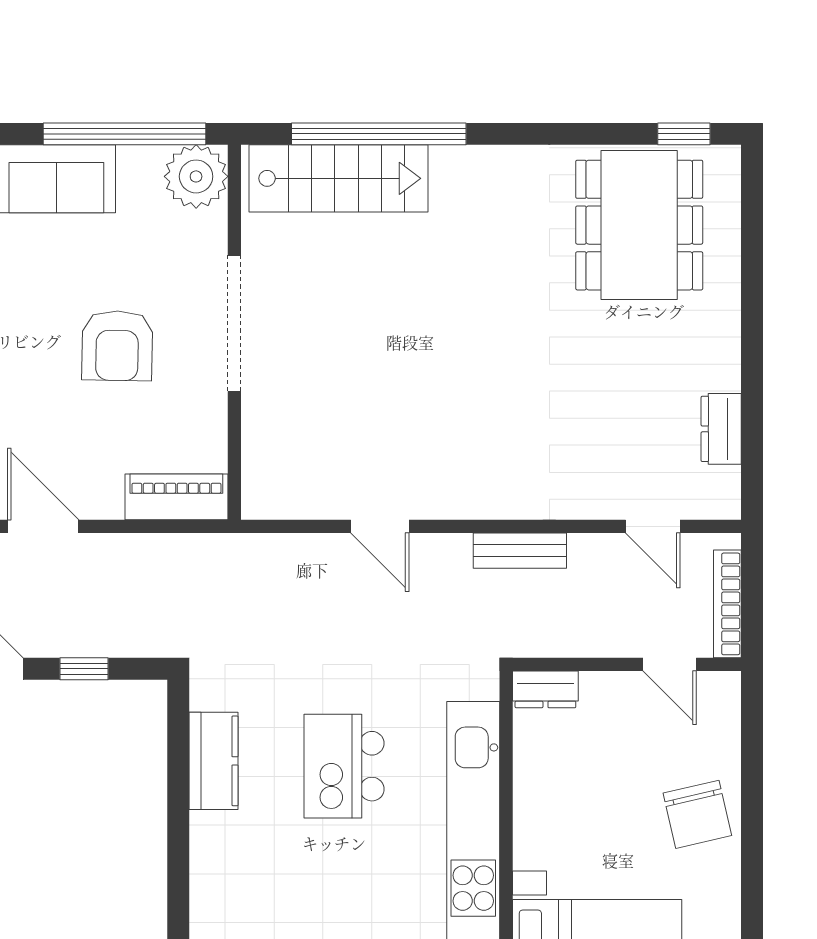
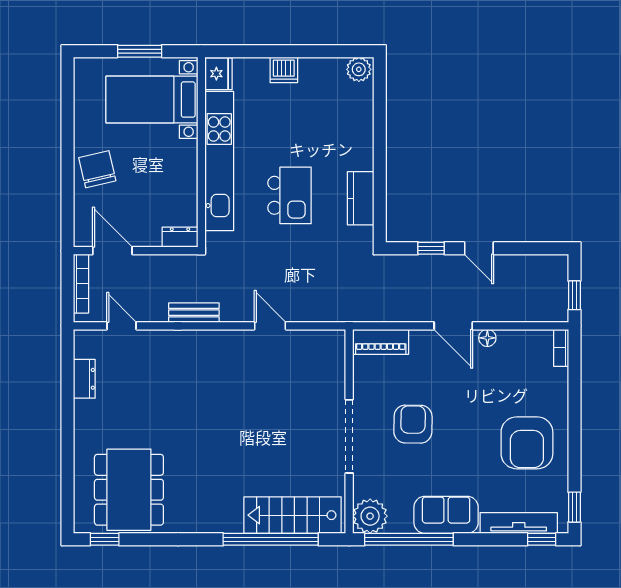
door: (670, 664) -> (112, 251), width x1.38

